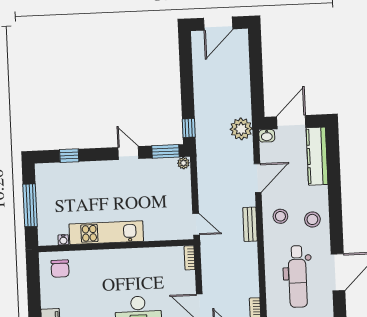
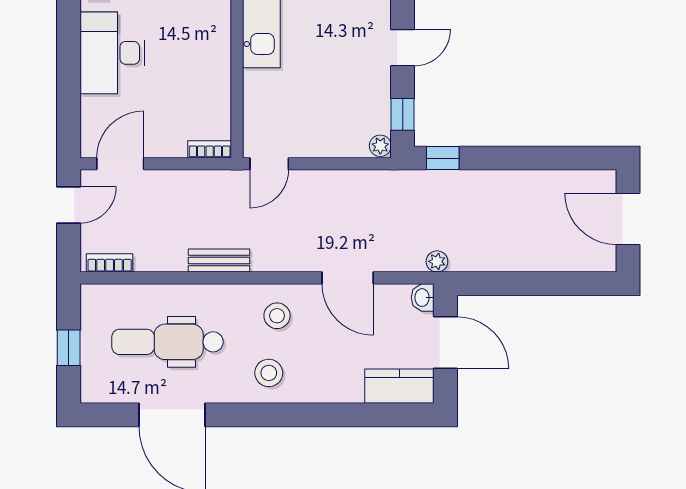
plant: (241, 129) -> (437, 261), width x0.53, depth x0.53
window: (165, 151) -> (403, 114), width x0.67
kitchen counter: (317, 156) -> (399, 386), width x0.67
bench: (250, 224) -> (219, 260), moved

